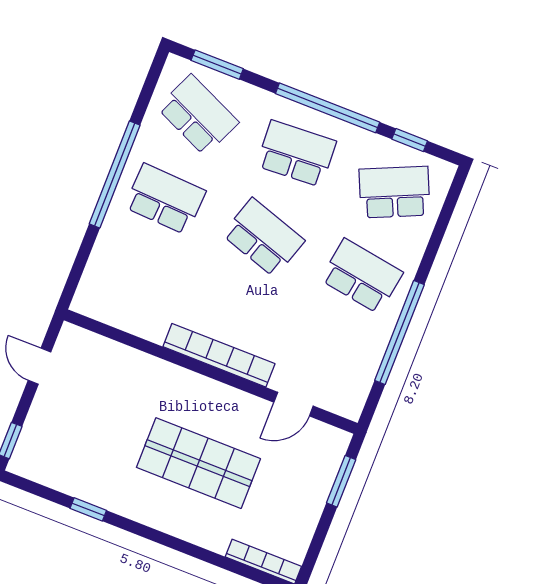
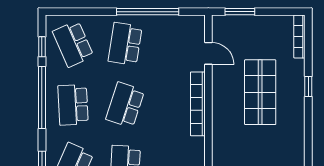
window: (88, 509) -> (308, 87), moved

